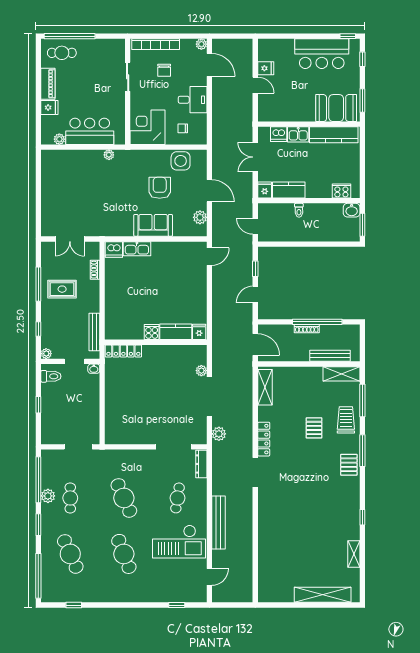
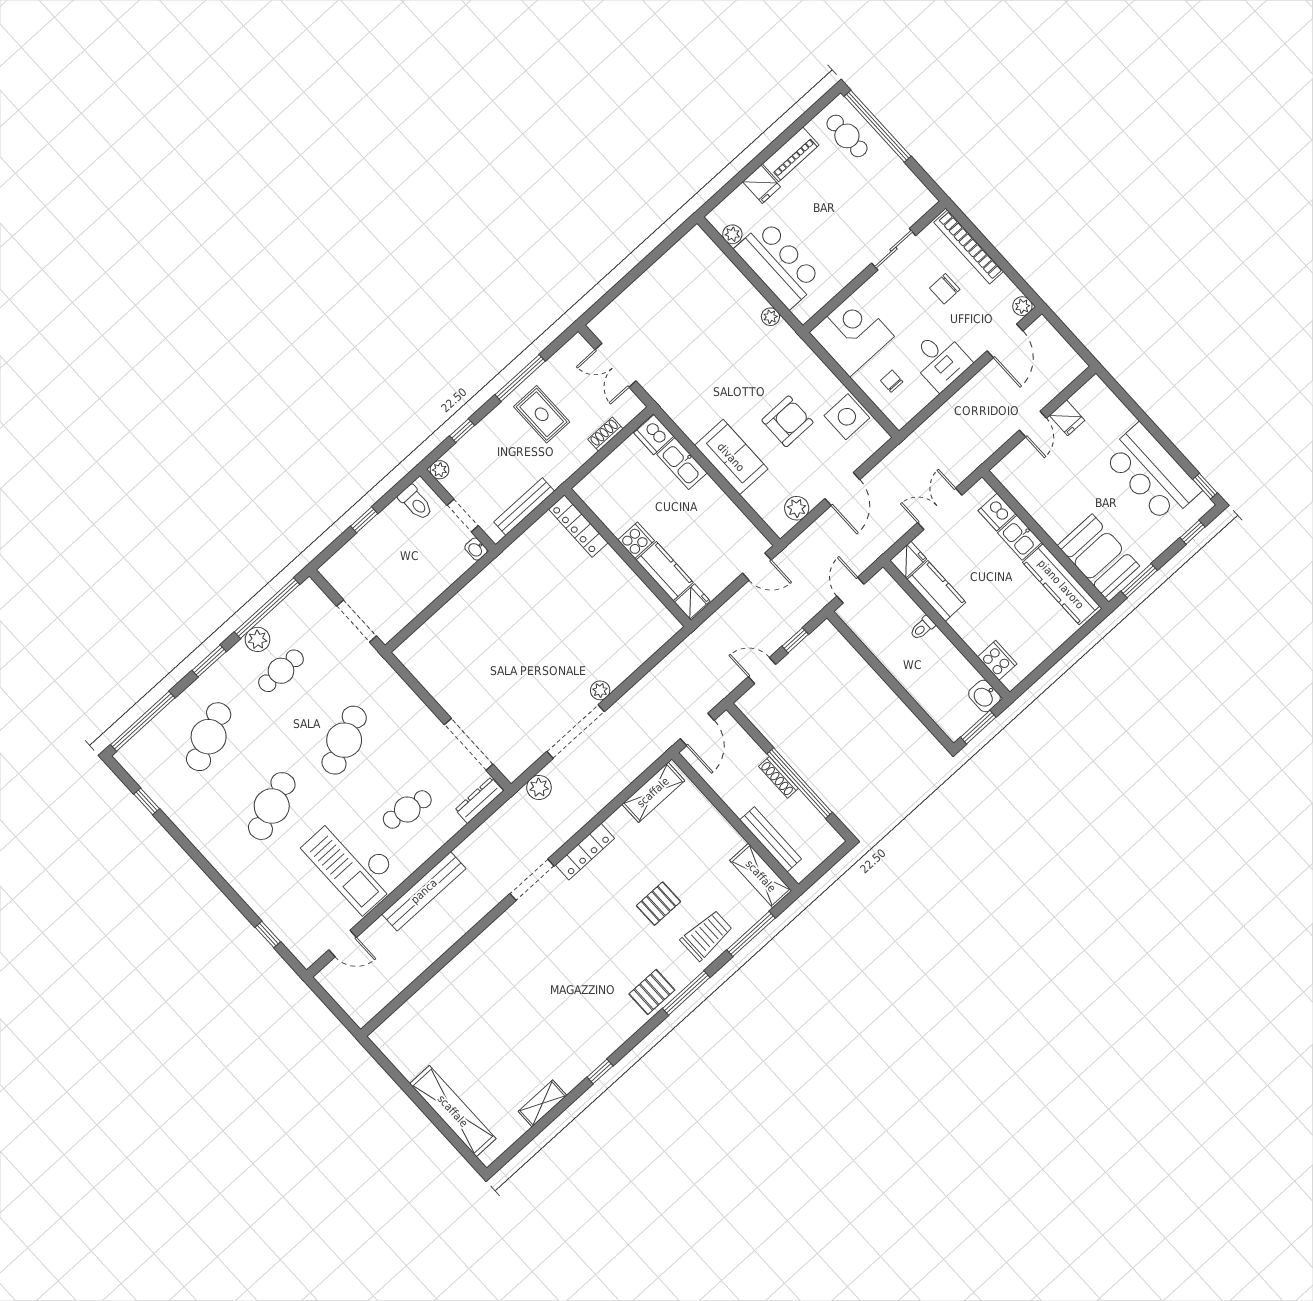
cooker: (152, 332) -> (636, 540), moved
kitchen counter: (176, 332) -> (665, 571), moved
fridge: (199, 332) -> (692, 601), moved
wall: (156, 342) -> (628, 558), moved
locker: (123, 351) -> (578, 526), moved

